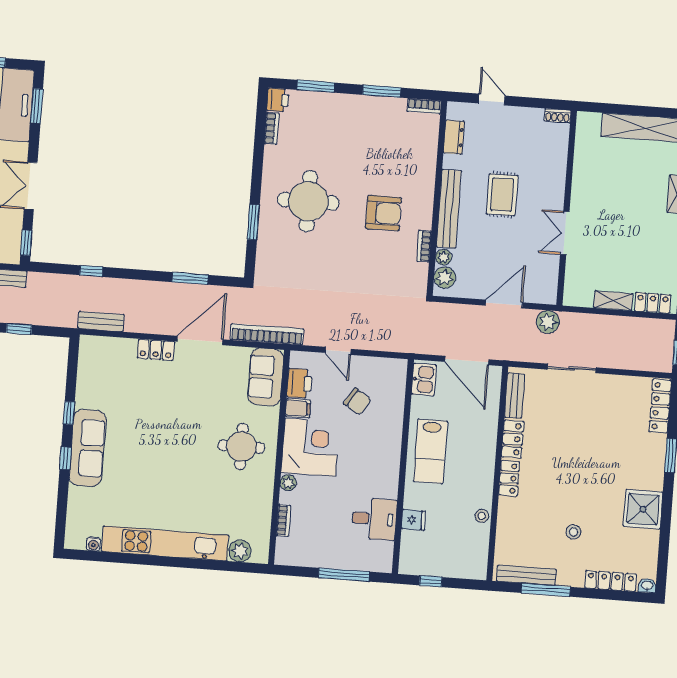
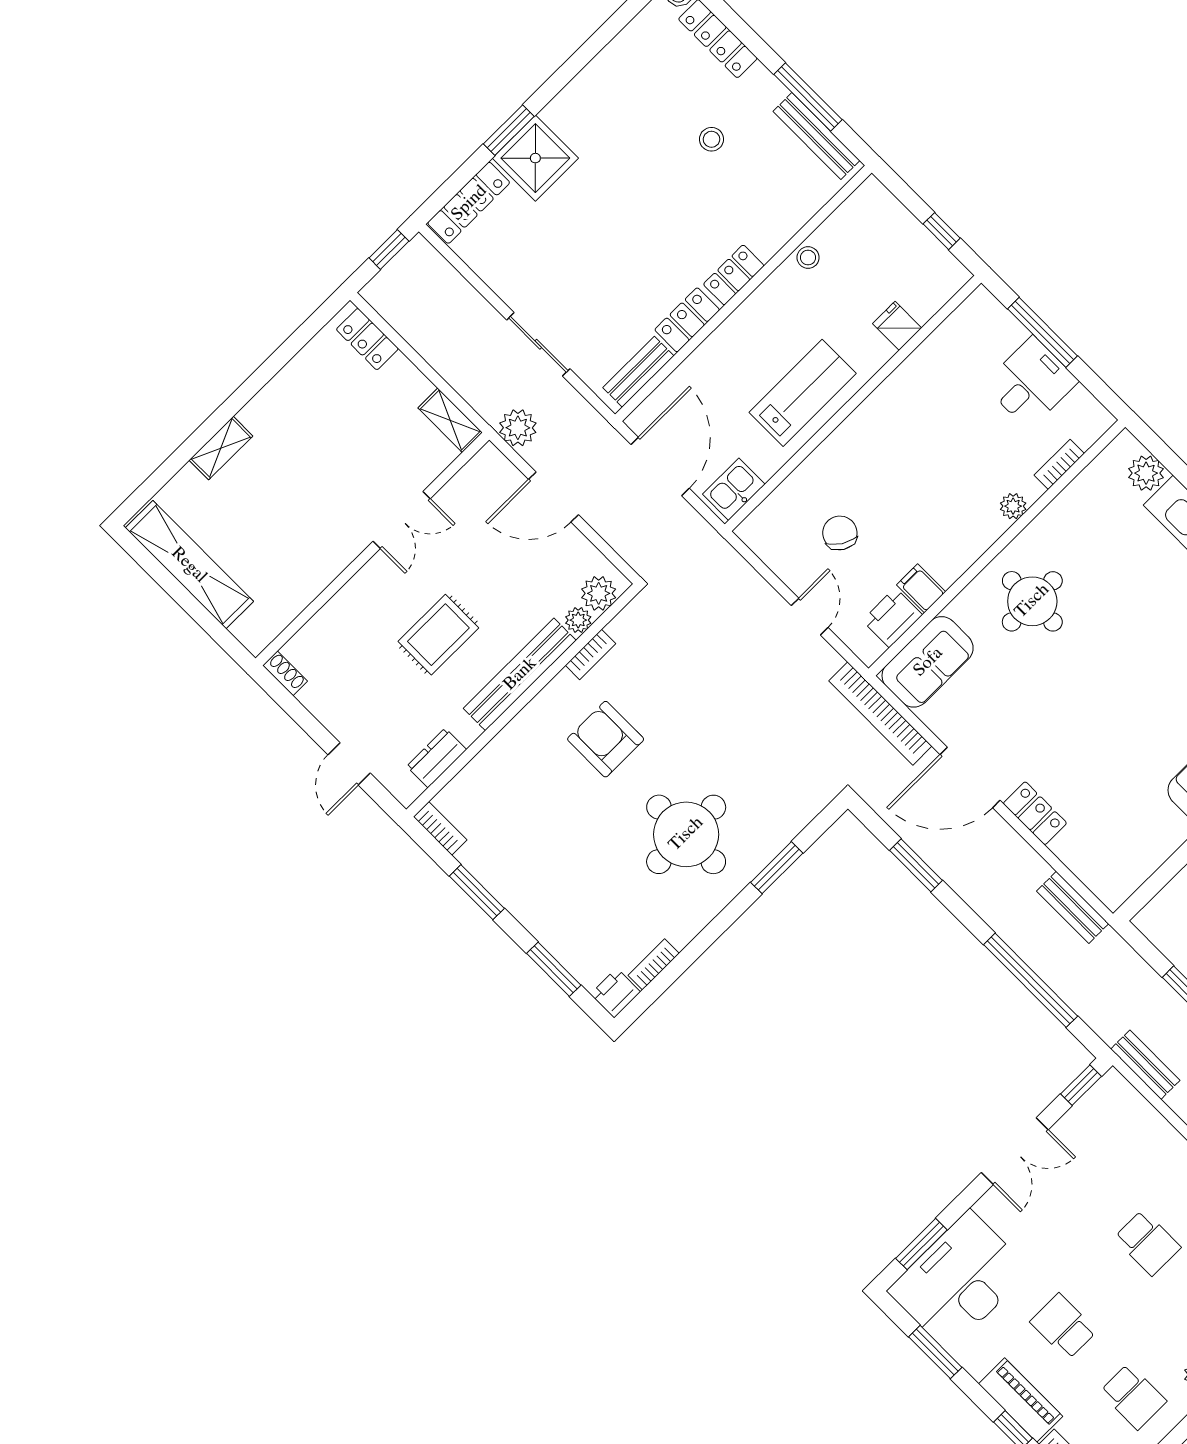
window: (91, 271) -> (1031, 980), width x3.17
shelving: (613, 301) -> (450, 420), moved
corner desk: (310, 447) -> (948, 527), removed
shower: (643, 509) -> (535, 158), moved
desk: (374, 519) -> (1031, 383), moved, turned 90

